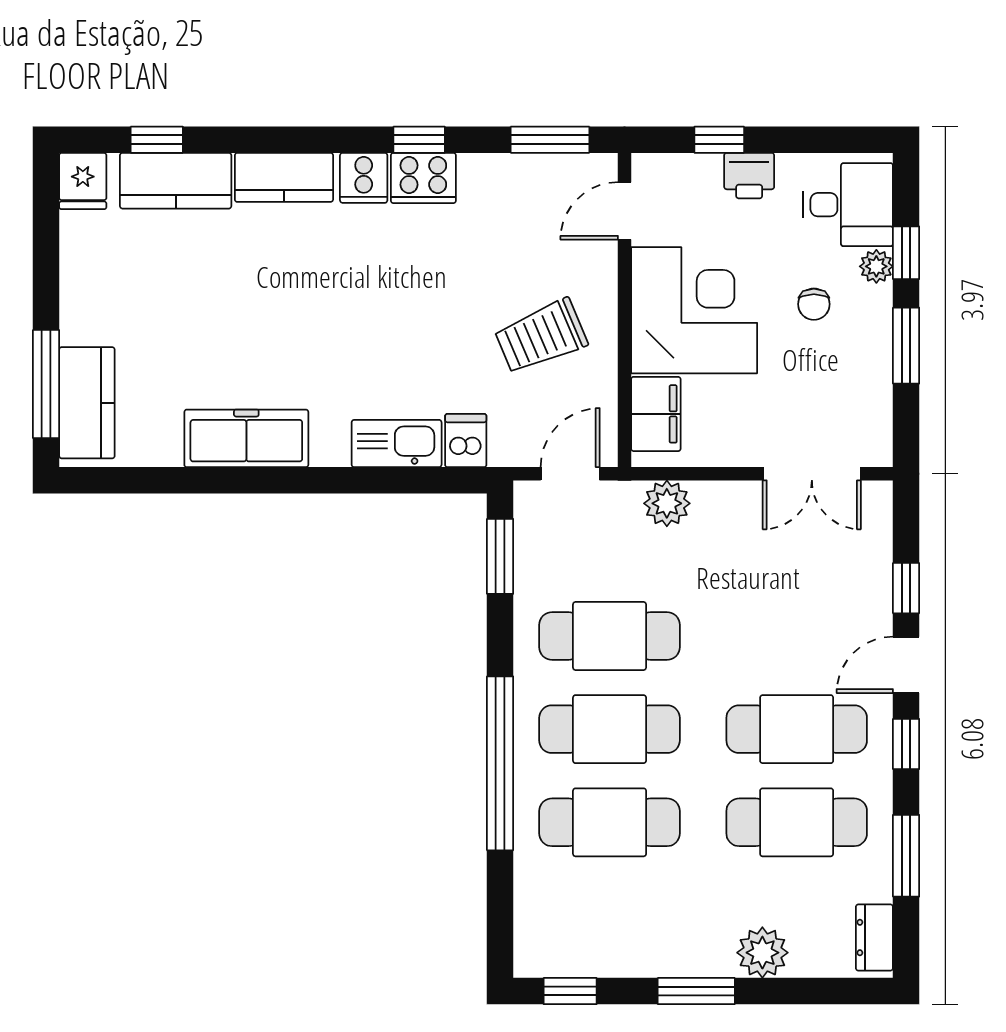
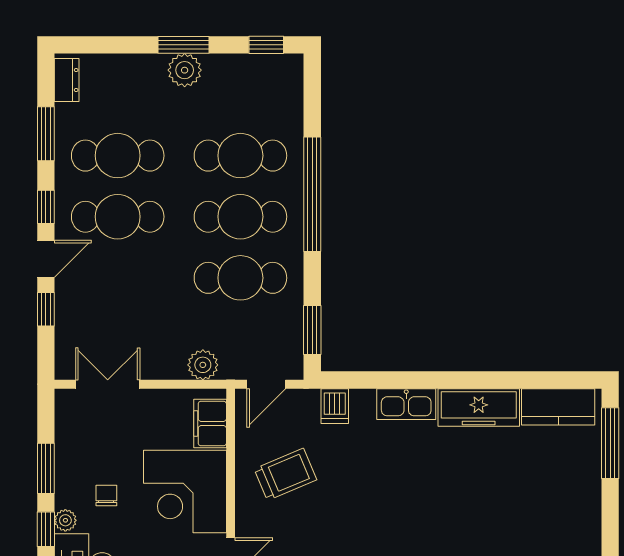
kitchen counter: (87, 403) -> (558, 407), moved, turned -90
kitchen sink: (397, 444) -> (406, 404), moved
plant: (762, 953) -> (185, 70), moved

